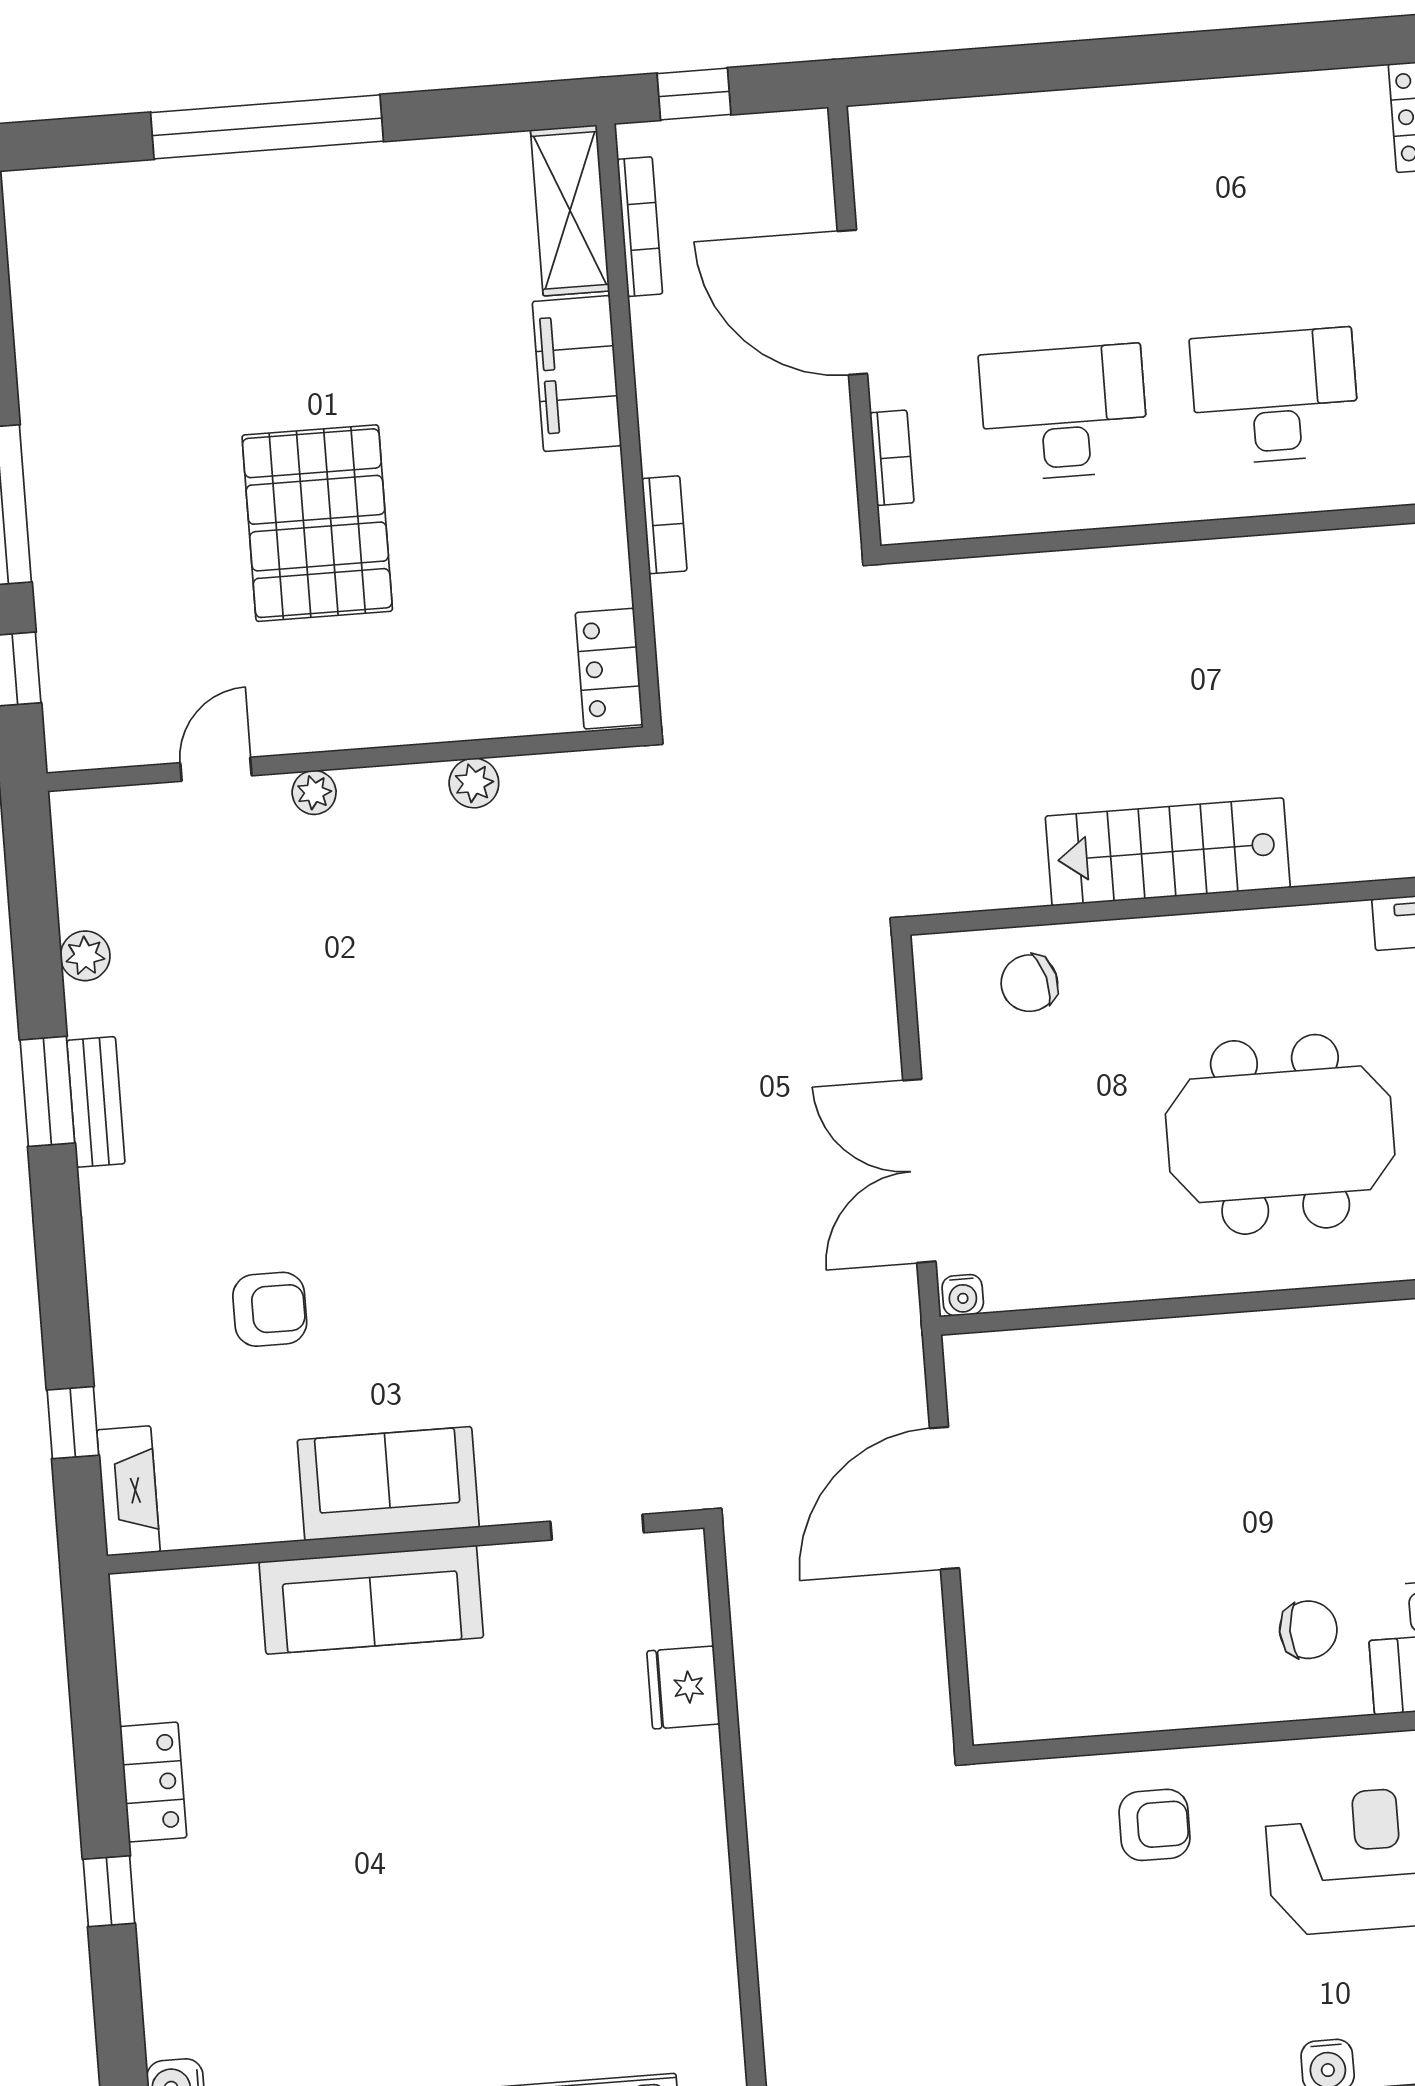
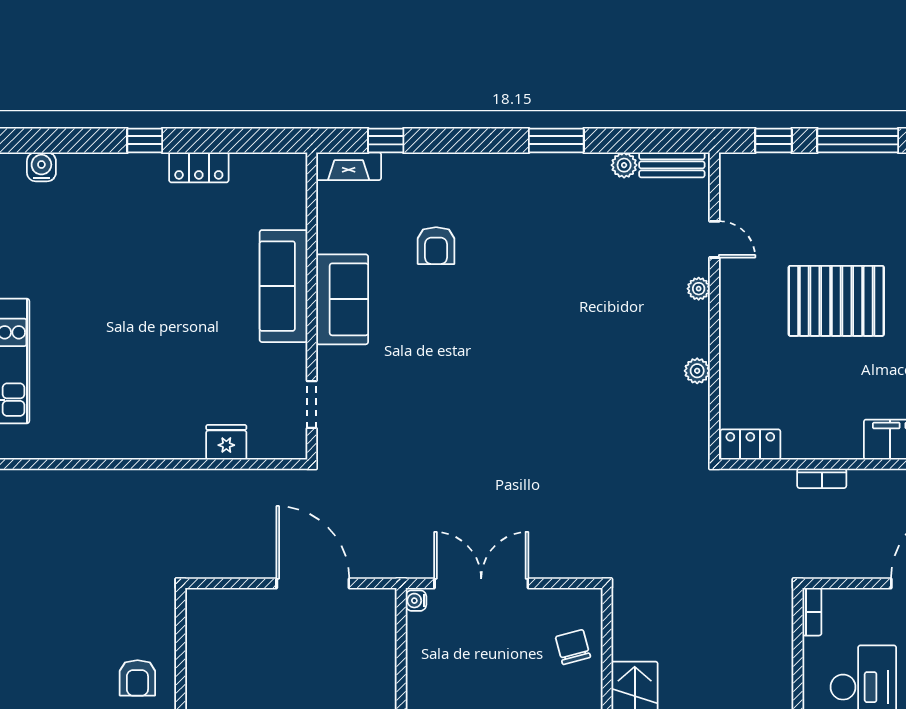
bookcase: (892, 458) -> (812, 612), moved, turned -90
bench: (96, 1102) -> (672, 165), moved

